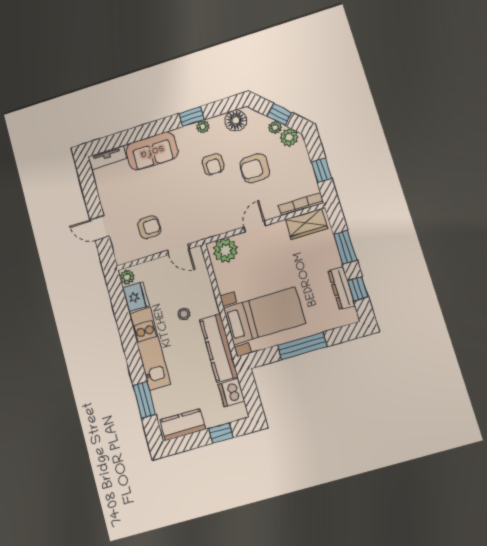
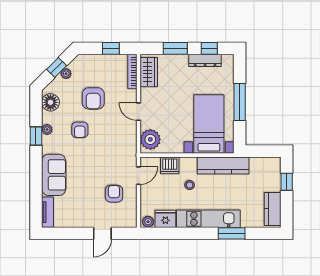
plant: (289, 137) -> (77, 65), removed
armchair: (213, 164) -> (80, 130), turned 90
dishwasher: (231, 393) -> (170, 165), moved
window: (144, 400) -> (232, 233), moved

